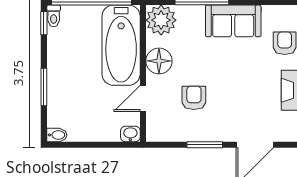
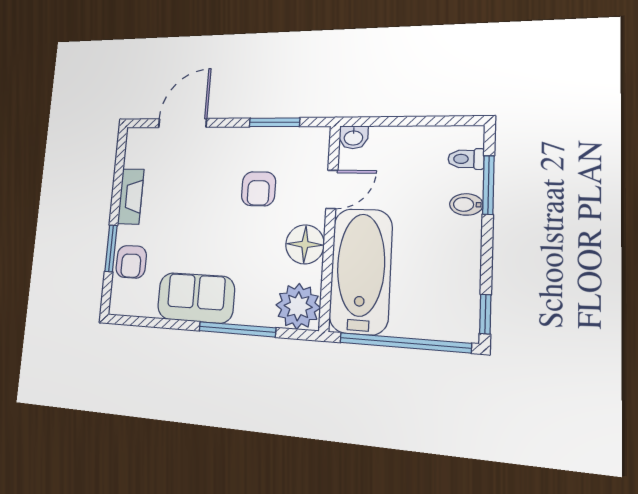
toilet: (54, 16) -> (466, 159), moved, turned -90
window: (44, 87) -> (488, 185), moved
bidet: (57, 135) -> (466, 204), moved
window: (205, 145) -> (274, 122), moved

